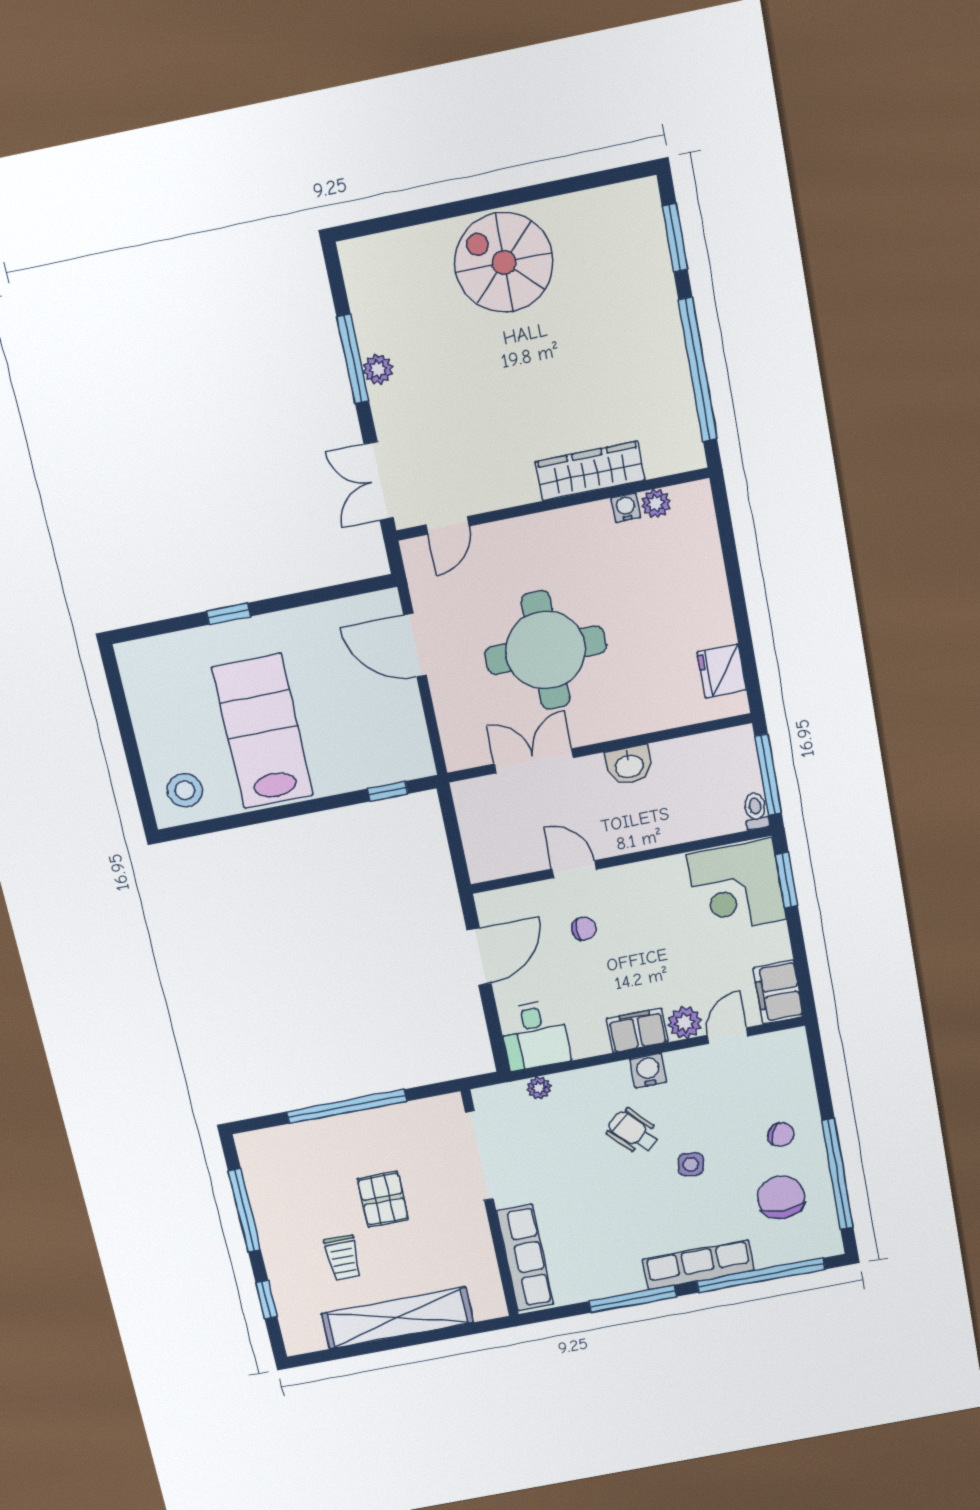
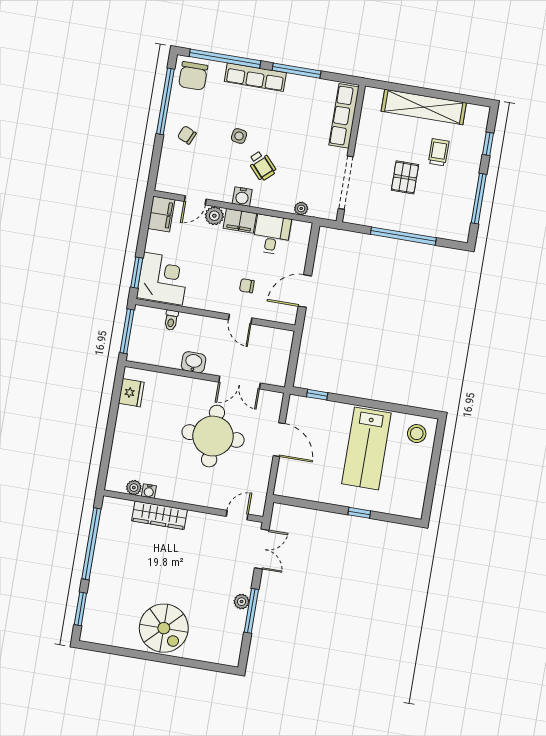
door: (415, 645) -> (279, 440), moved
toilet: (756, 811) -> (171, 320), moved
desk: (535, 1035) -> (272, 235), moved
chair: (781, 1197) -> (193, 76), moved

